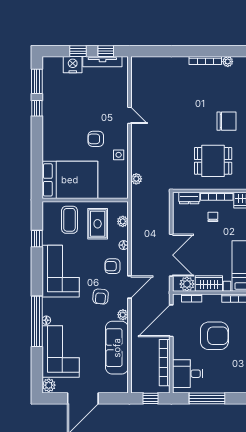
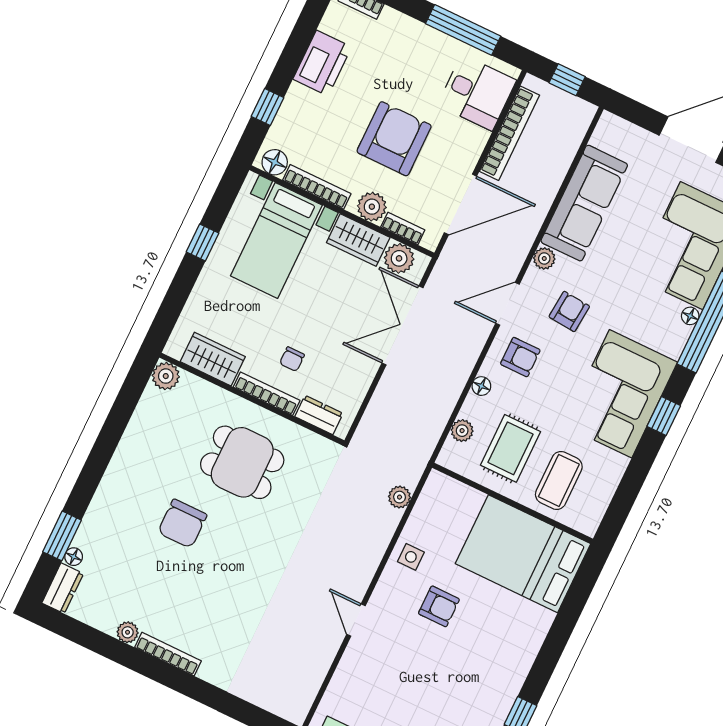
chair: (227, 121) -> (182, 524), turned -90
window: (37, 239) -> (664, 416), moved
plant: (210, 301) -> (372, 207), added
armchair: (214, 336) -> (394, 139), turned 90

